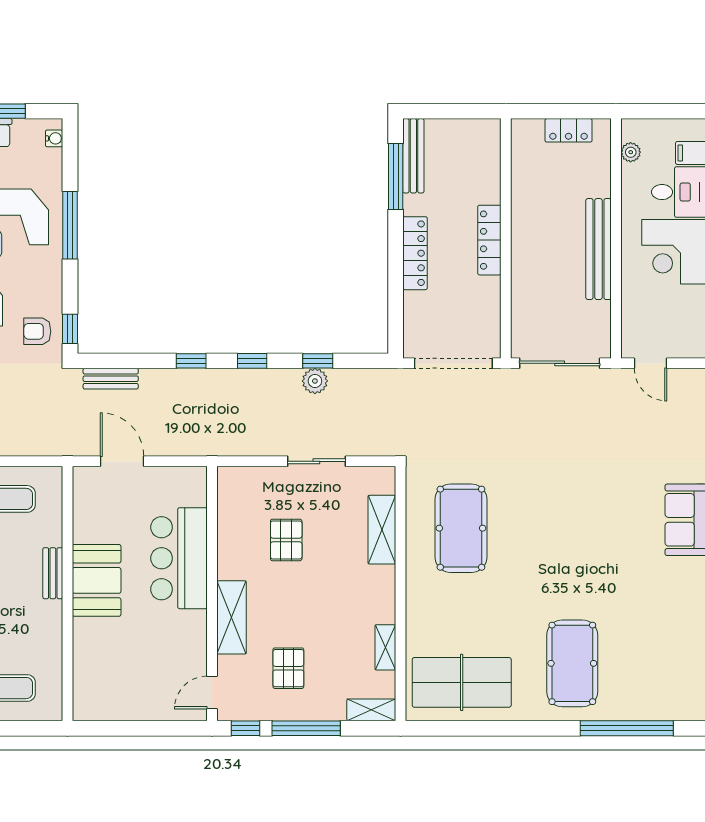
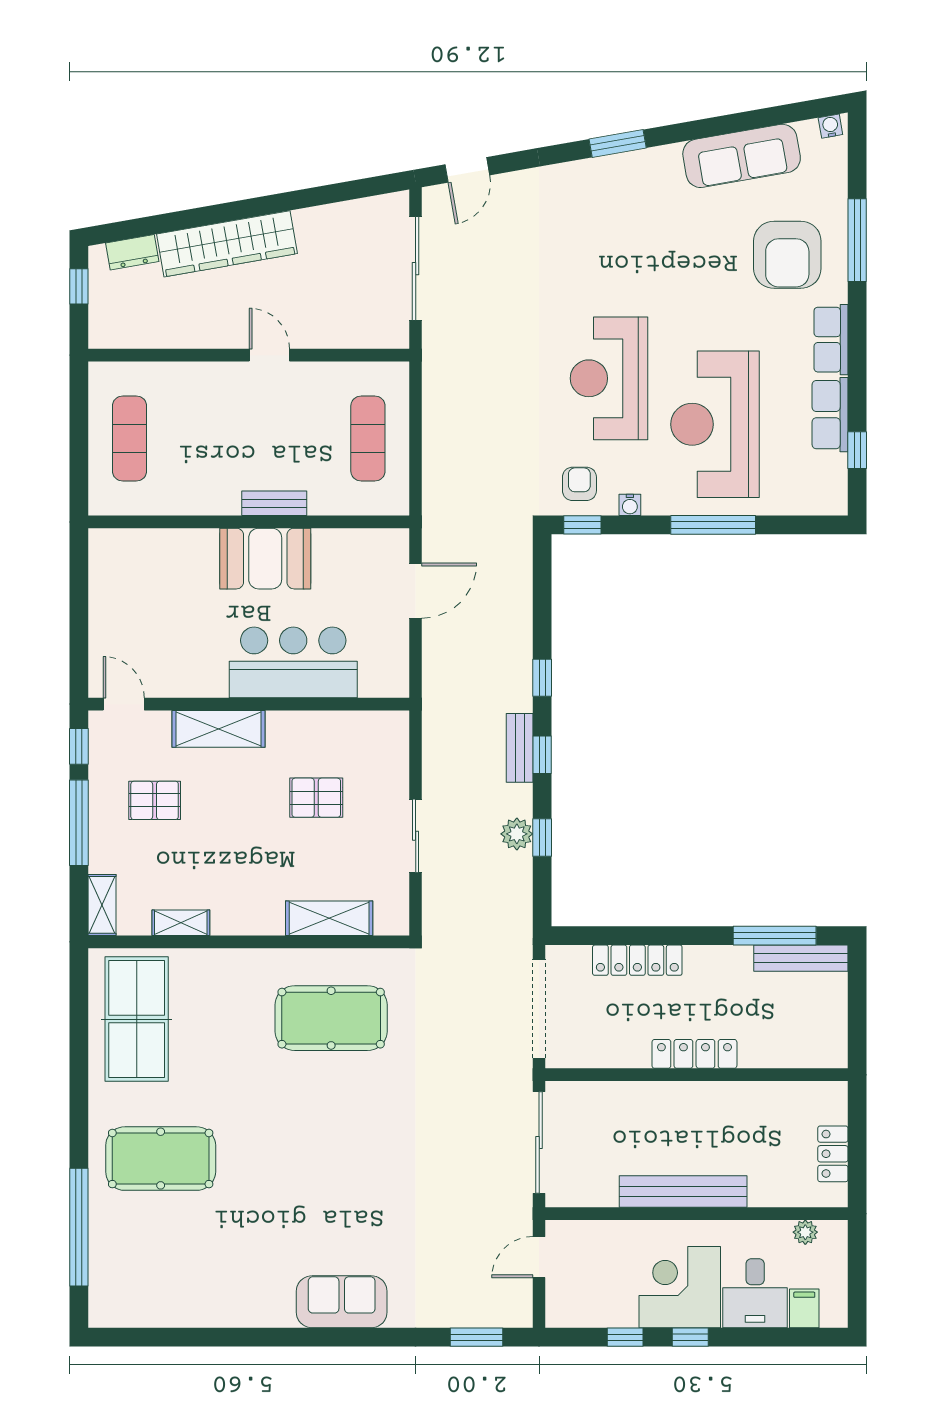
water cooler: (54, 138) -> (630, 505), moved
locker: (415, 253) -> (637, 960), moved
bench: (111, 379) -> (520, 748), moved

